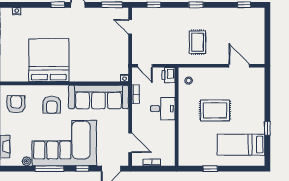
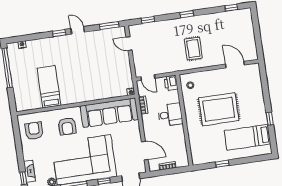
bed: (49, 60) -> (49, 87), width x0.49
rug: (215, 110) -> (219, 109), width x1.37, depth x1.44

